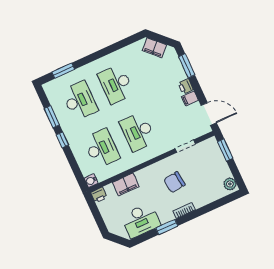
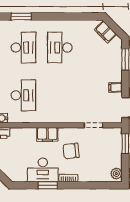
printer: (186, 86) -> (117, 76), removed
desk: (138, 132) -> (60, 95), removed
filing cabinet: (126, 184) -> (47, 134), moved
desk: (141, 220) -> (43, 170), moved

